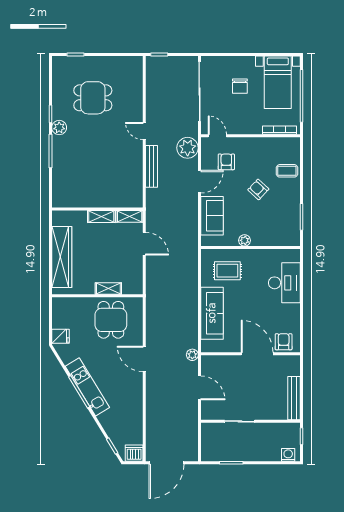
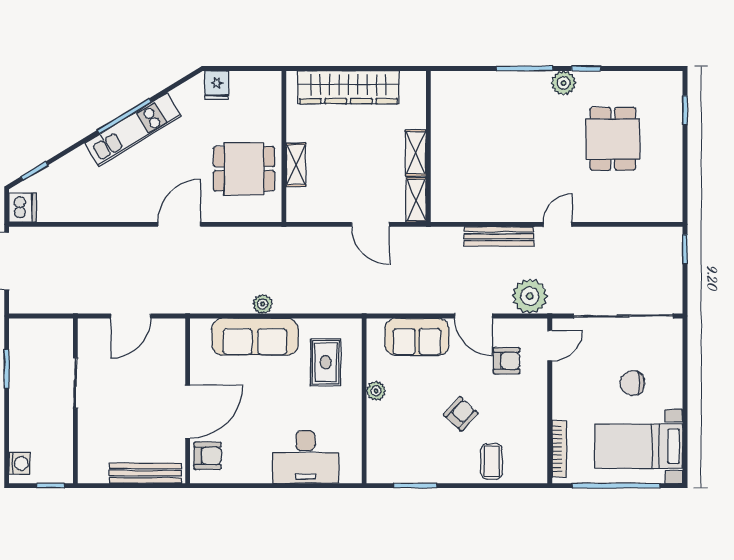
door: (144, 244) -> (370, 224), hinge flipped
plant: (192, 355) -> (263, 304), moved
bench: (294, 398) -> (145, 473), moved

